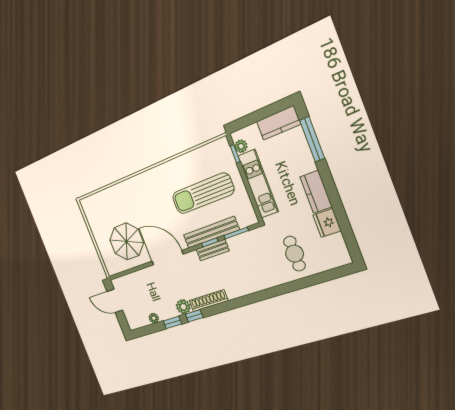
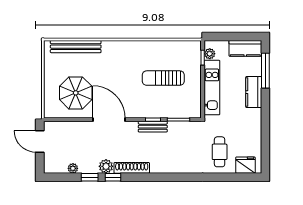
kitchen counter: (316, 192) -> (254, 92), moved
sun lounger: (203, 193) -> (163, 78), width x0.73, depth x0.75
fridge: (327, 223) -> (245, 165), moved, turned 90
bench: (211, 232) -> (76, 47), moved

